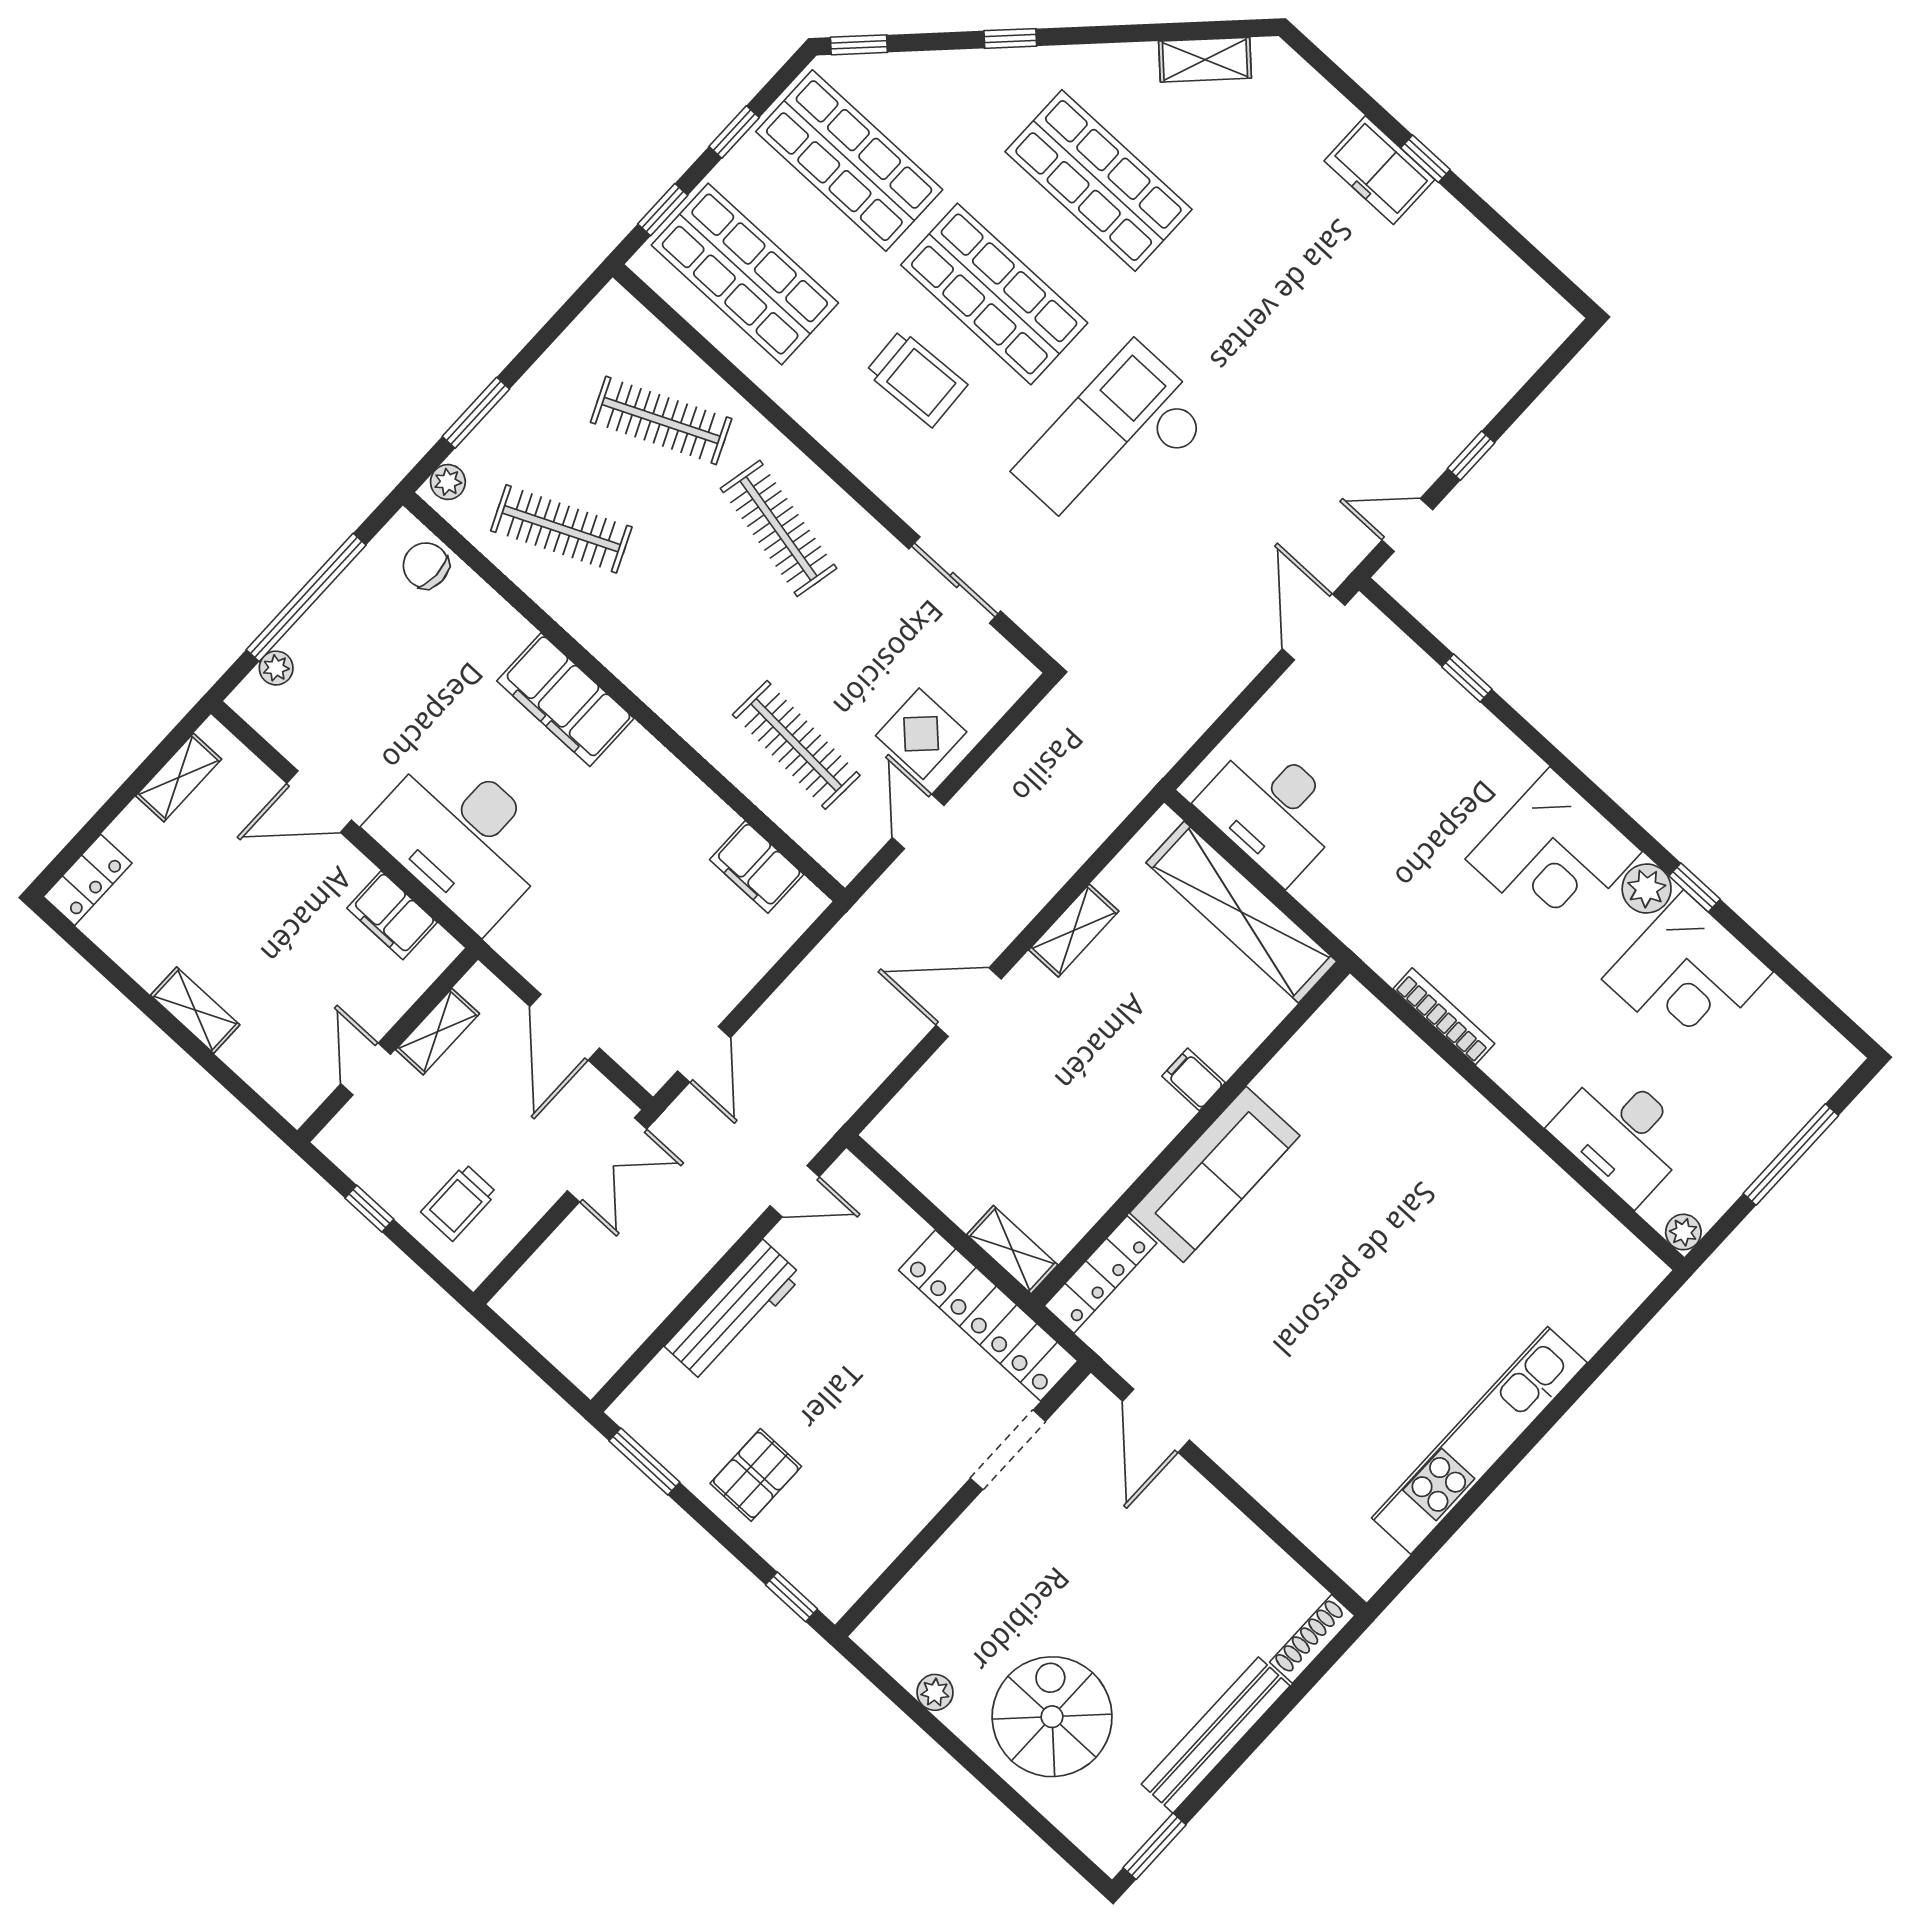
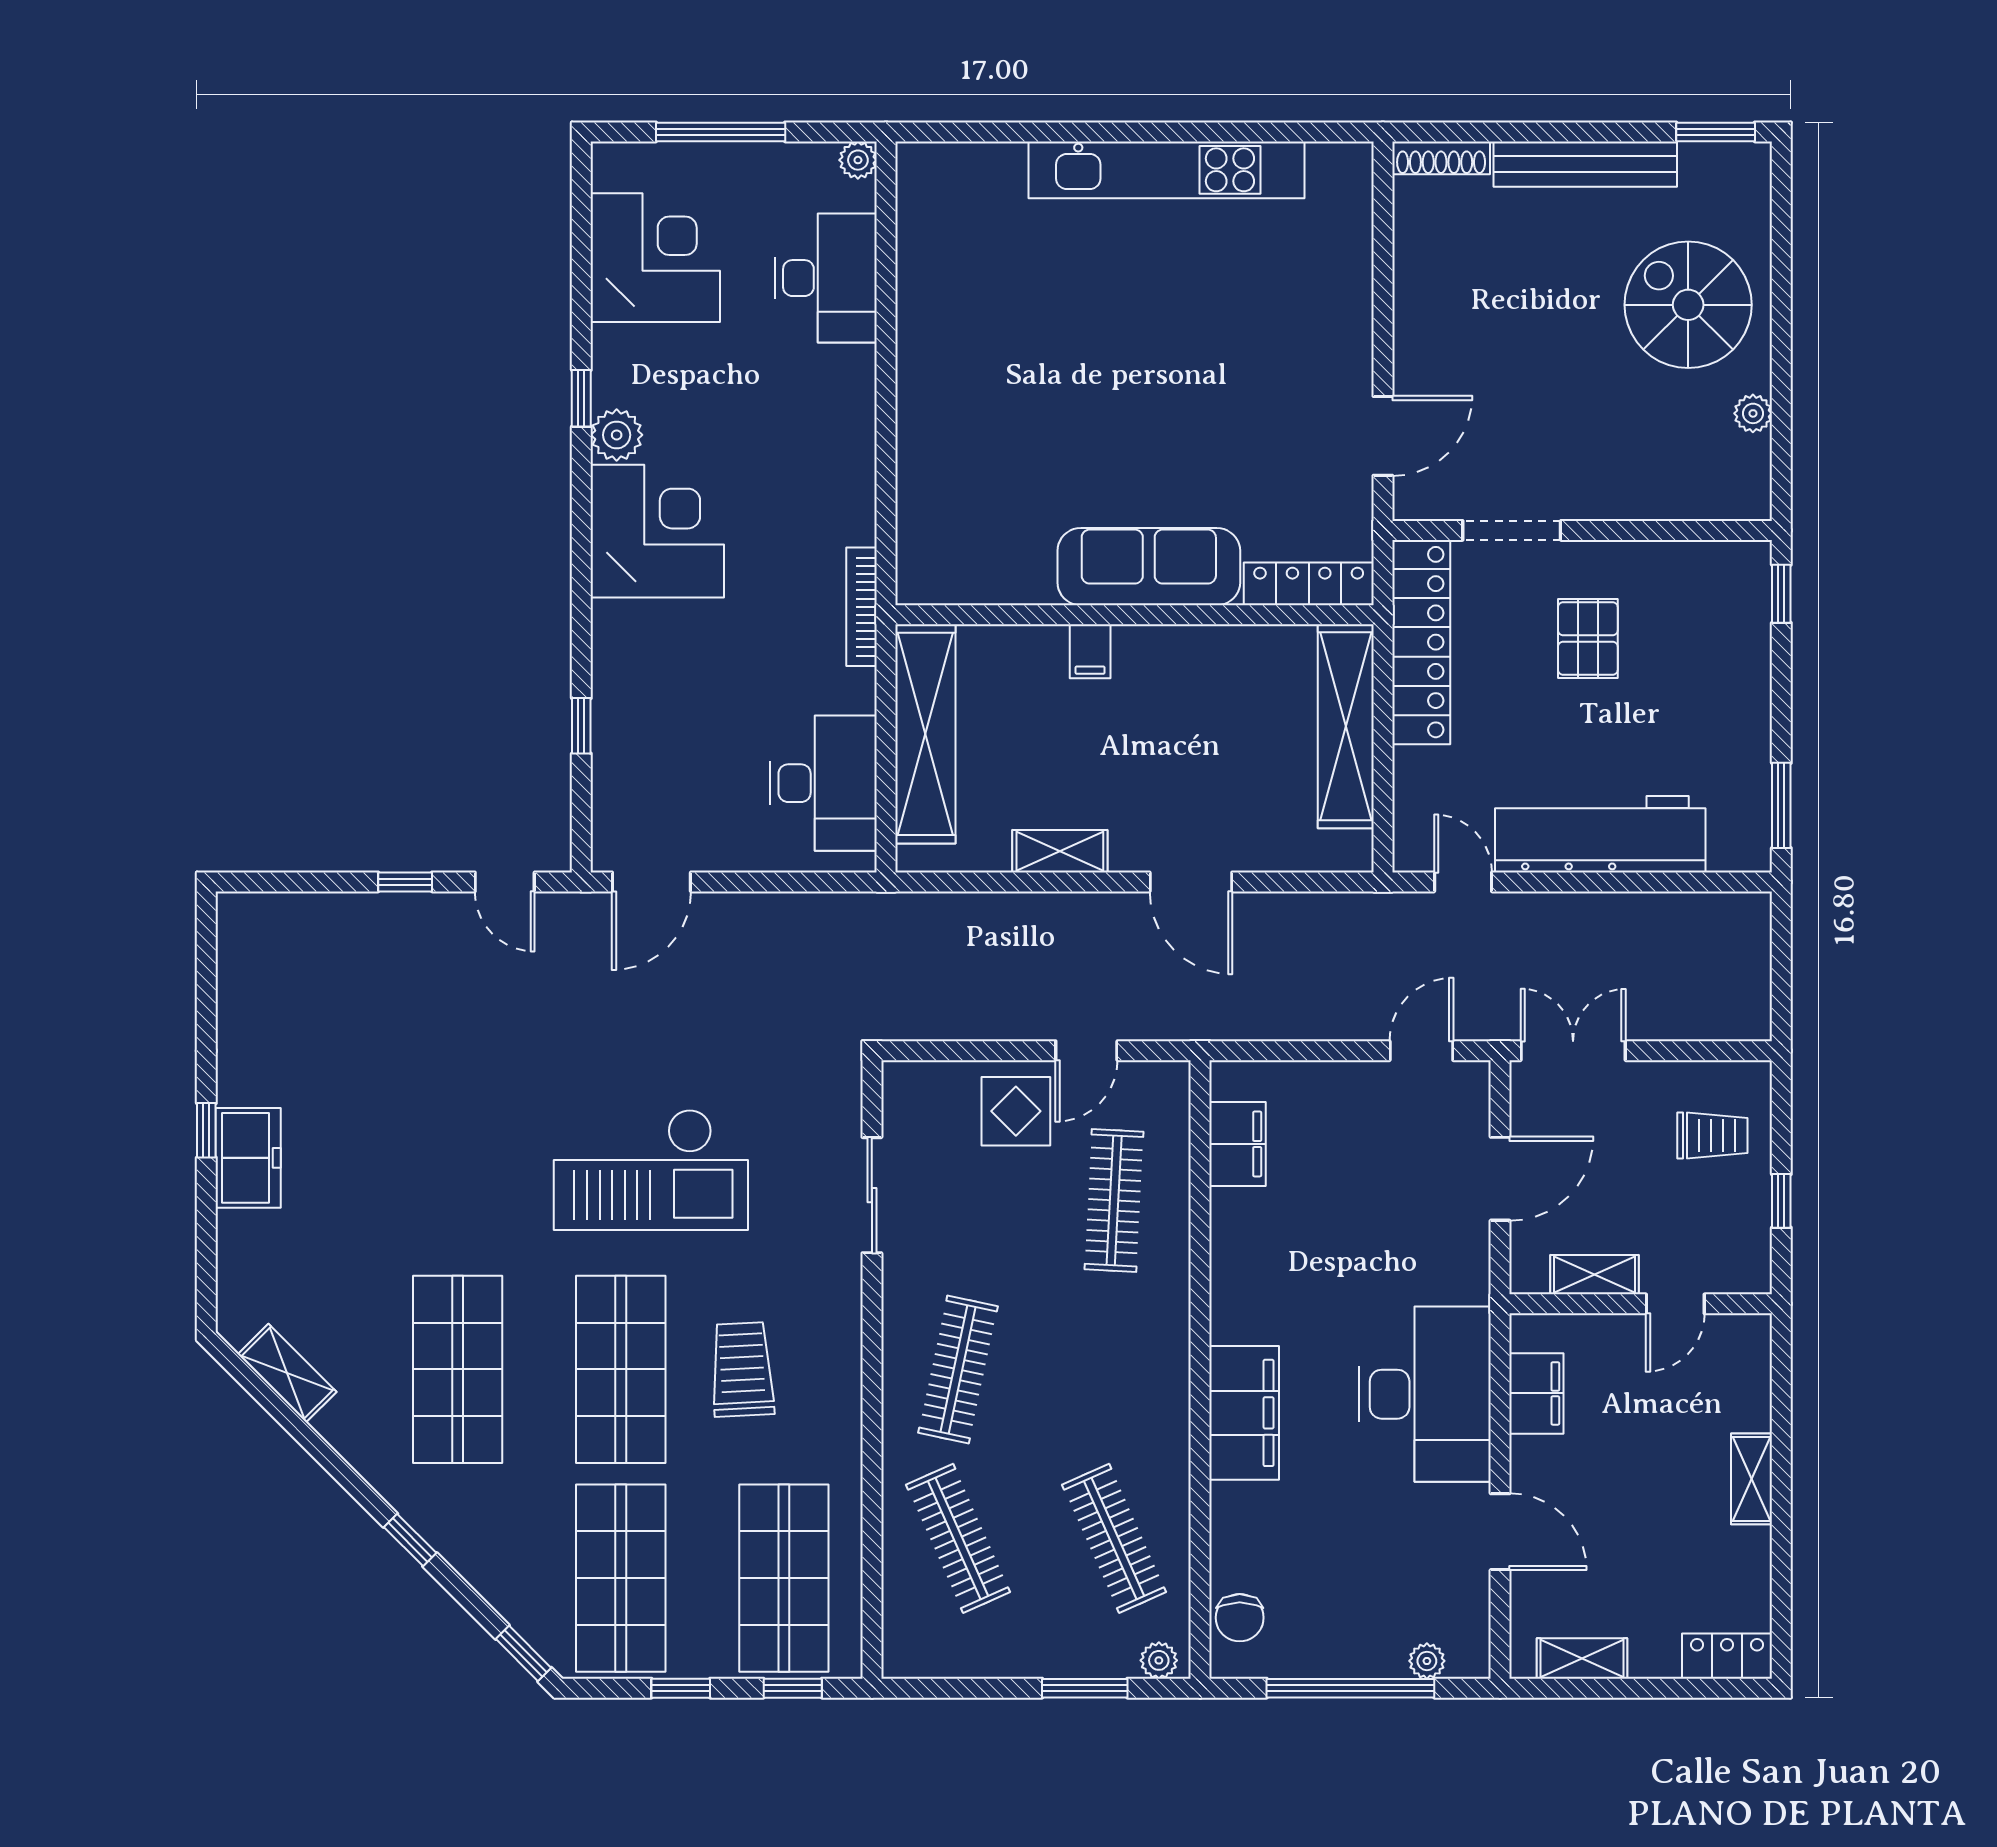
corner desk: (1687, 976) -> (655, 258), moved
bookcase: (1444, 1016) -> (861, 607), moved
shelving: (1012, 1250) -> (1346, 726), width x2.20, depth x1.33
workbench: (734, 1311) -> (1600, 834), width x1.36, depth x1.32
pallet: (756, 1475) -> (1588, 638), moved, turned 90
spiral stairs: (1052, 1717) -> (1688, 305), turned 90

